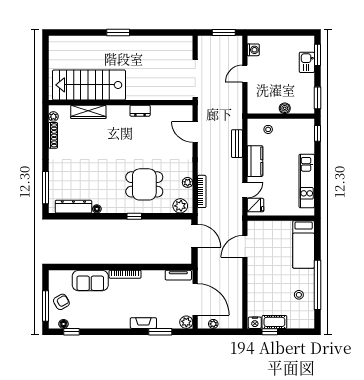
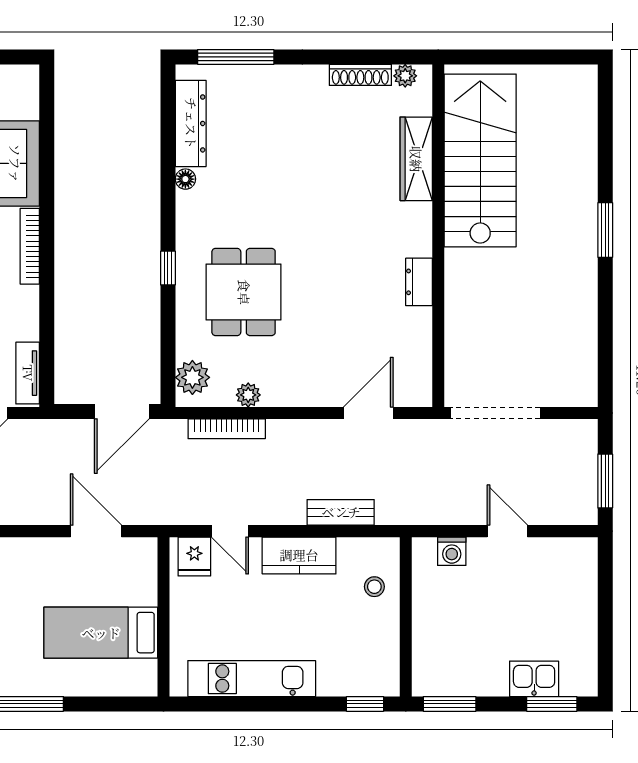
washing machine: (253, 50) -> (452, 551), moved
boiler: (285, 108) -> (425, 626), removed
bed: (304, 244) -> (101, 633), moved

